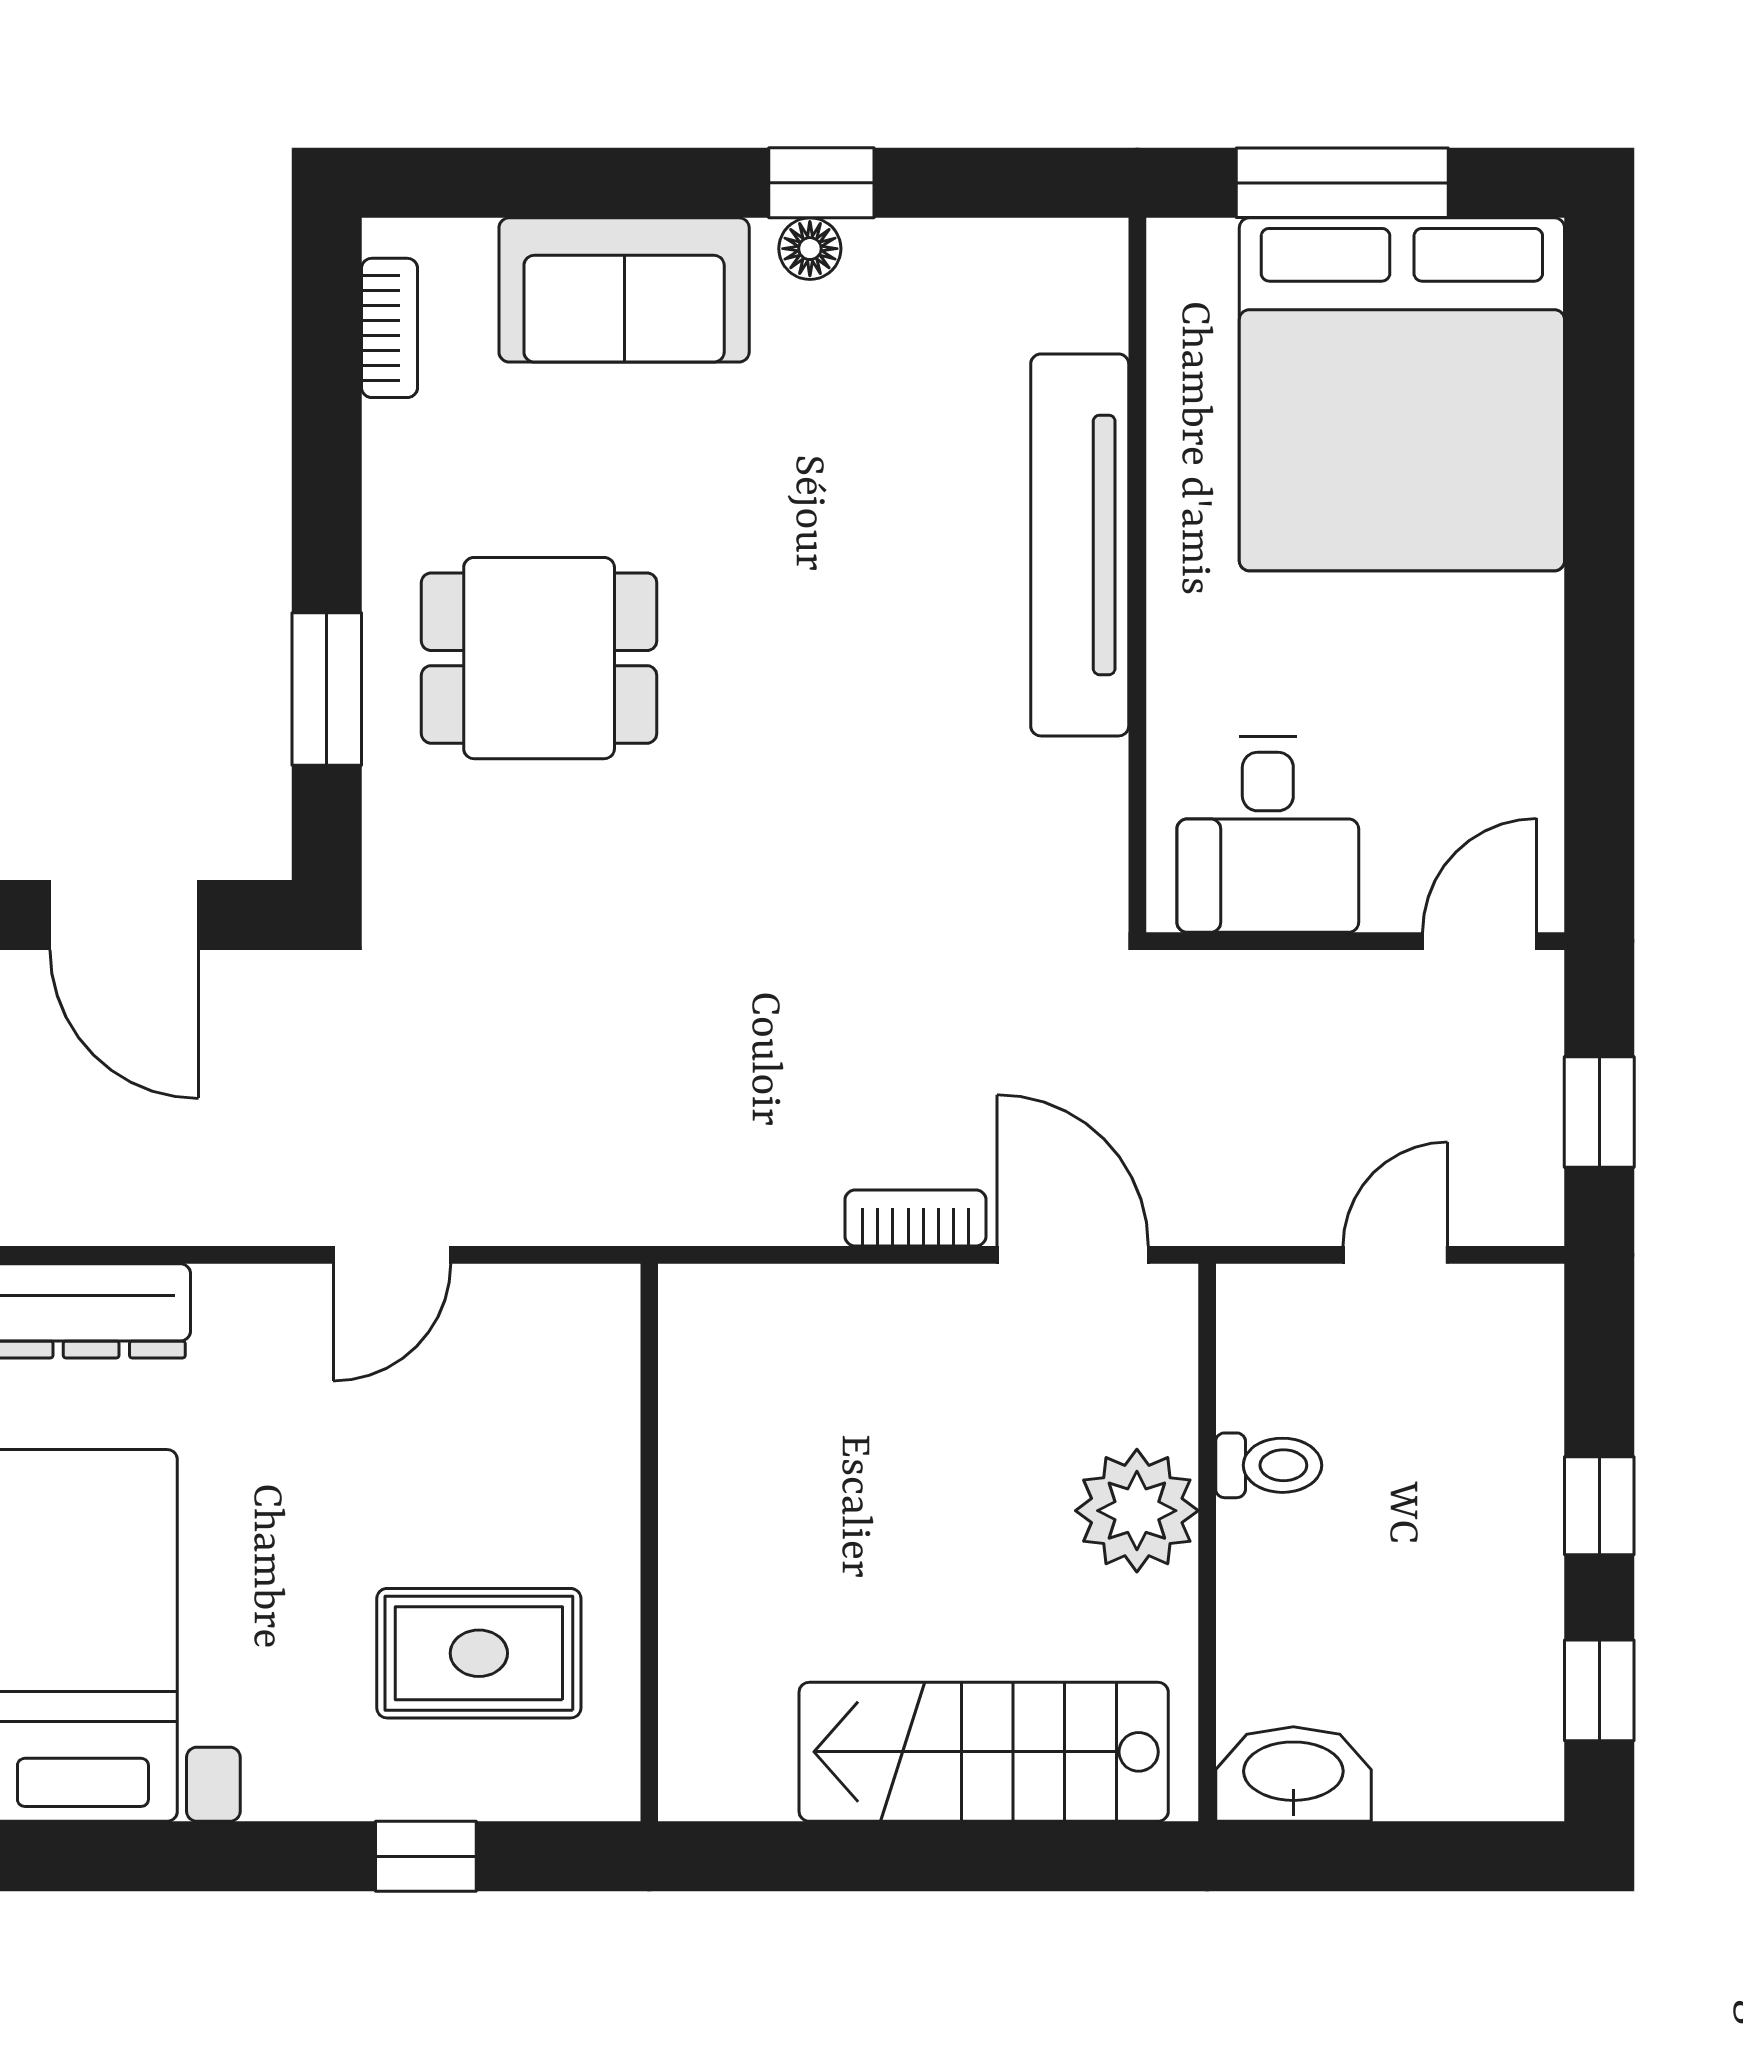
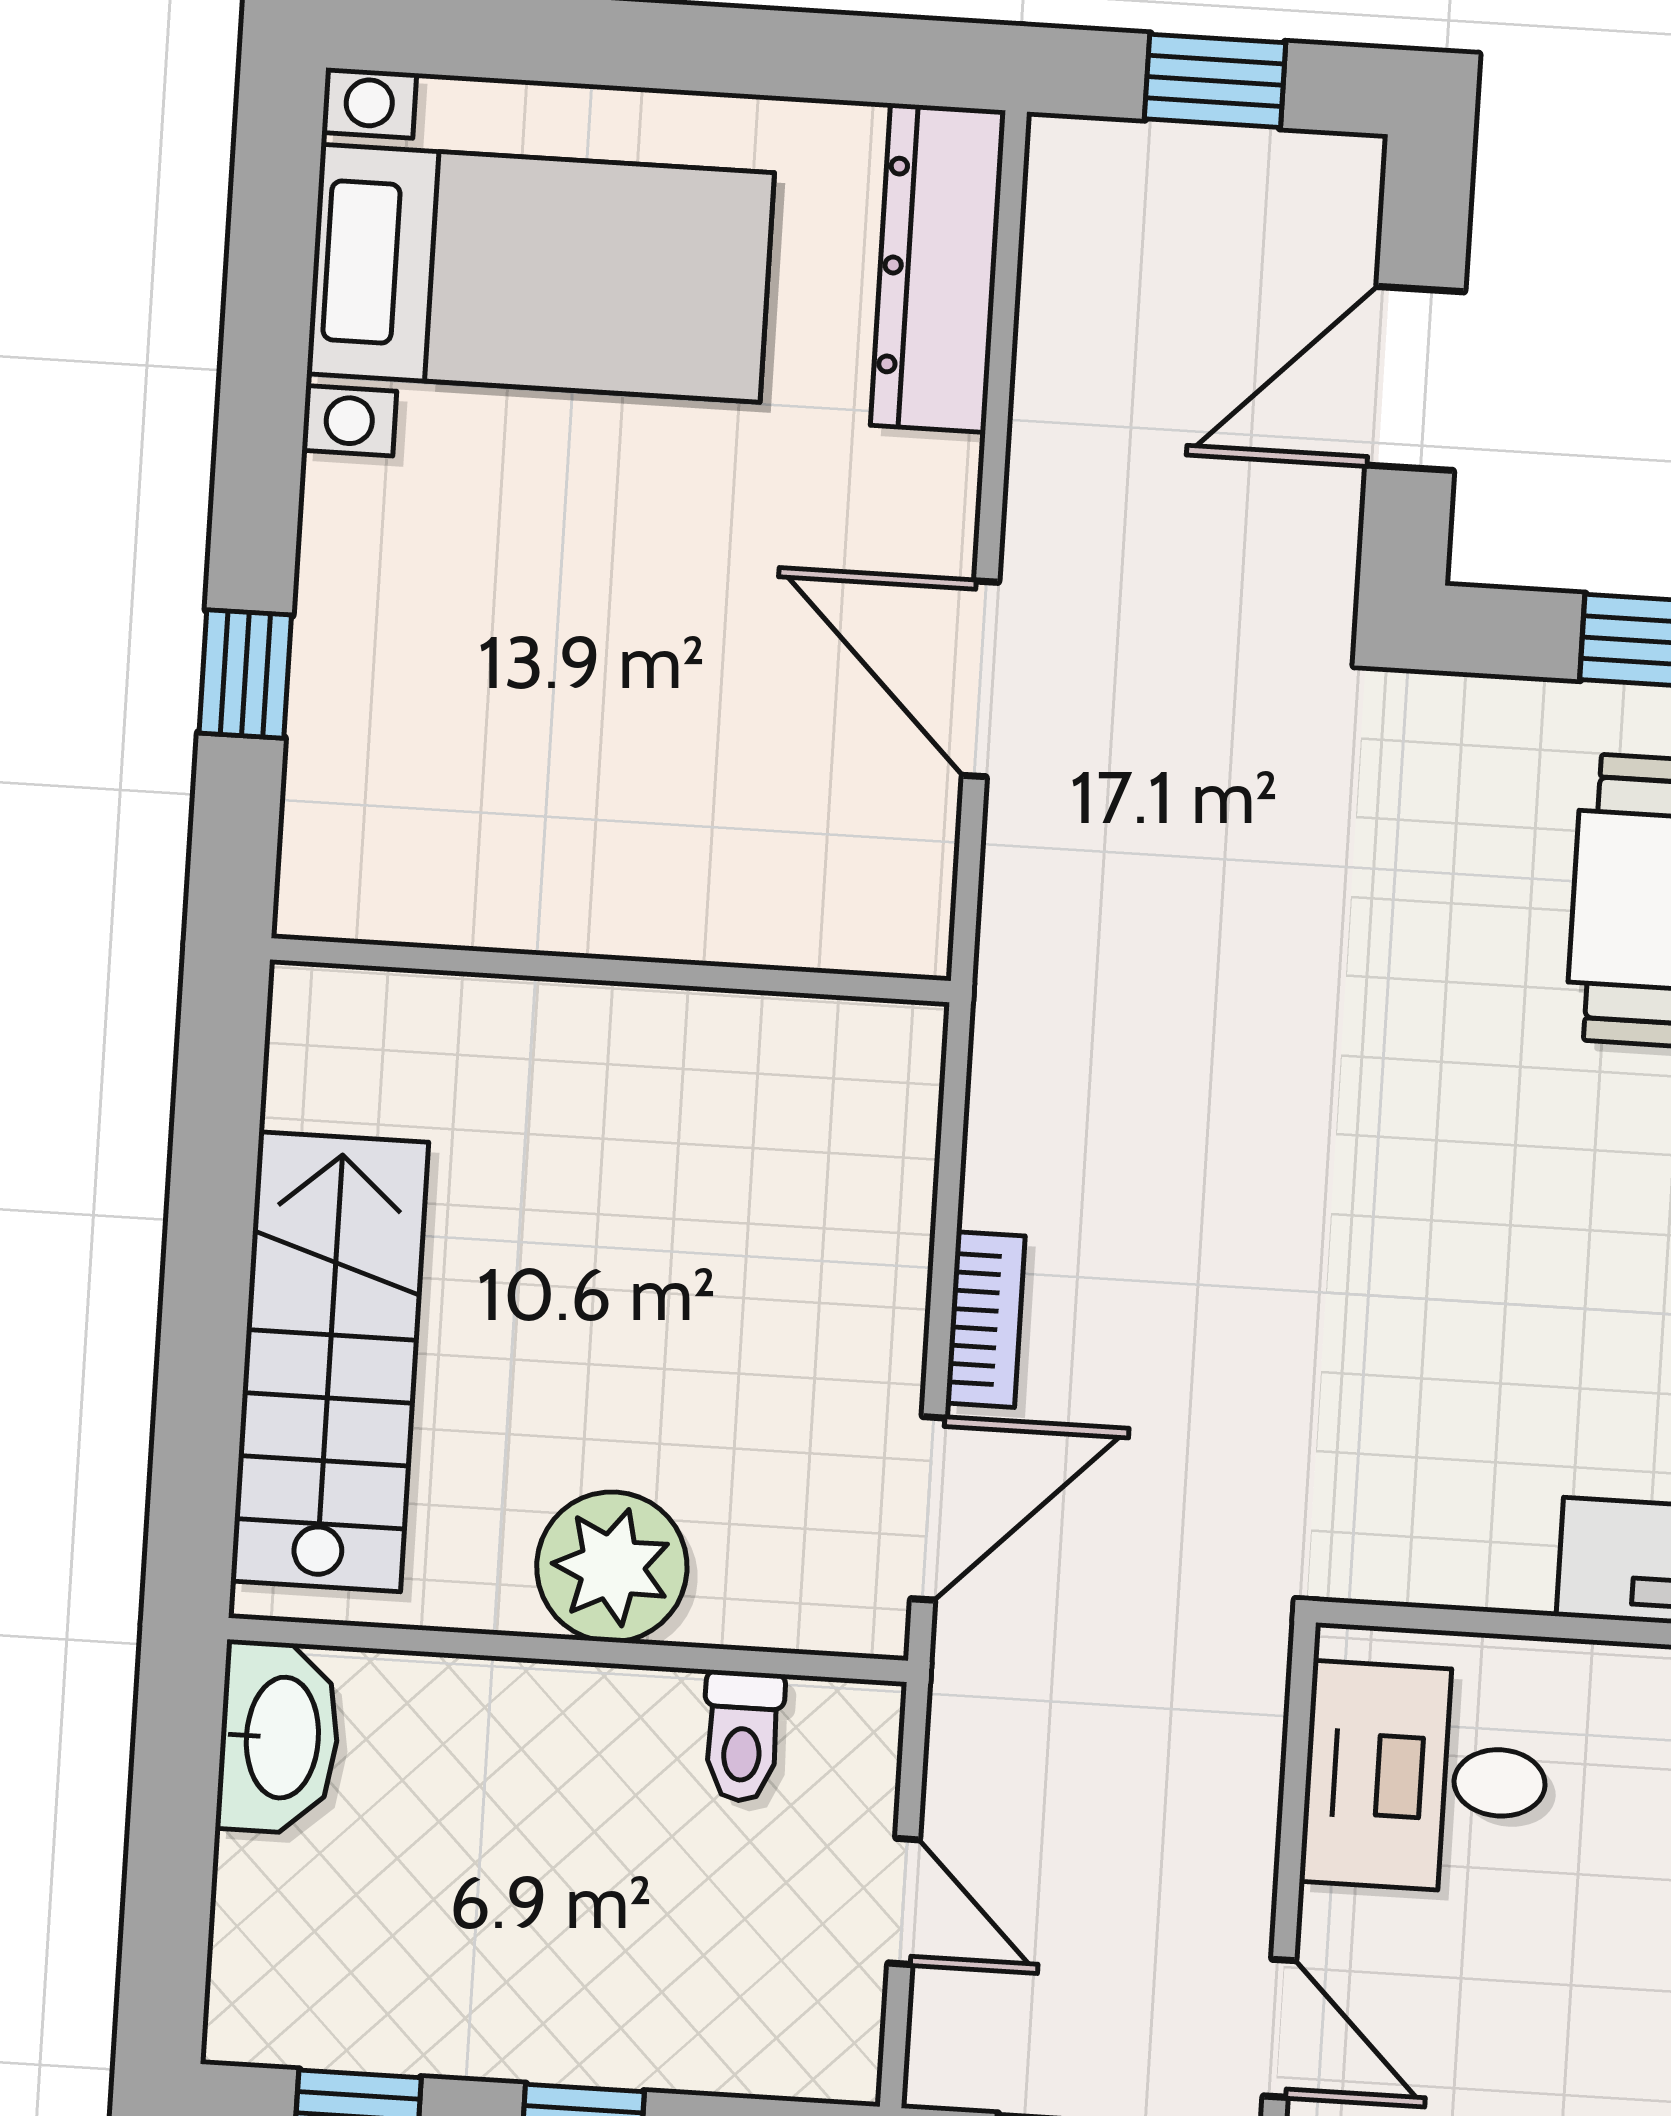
door: (392, 1255) -> (981, 679), width x1.38
toilet: (1269, 1465) -> (742, 1736), moved
rug: (479, 1653) -> (489, 754), removed

